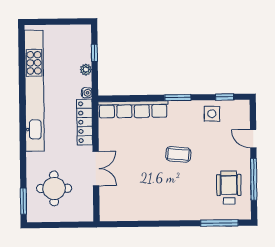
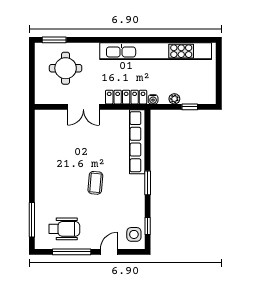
side table: (212, 114) -> (134, 234), moved

